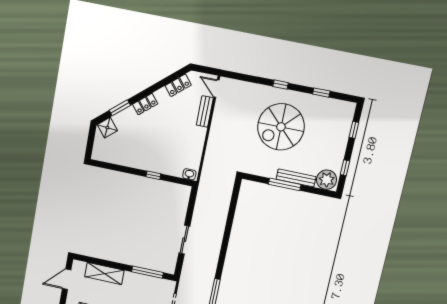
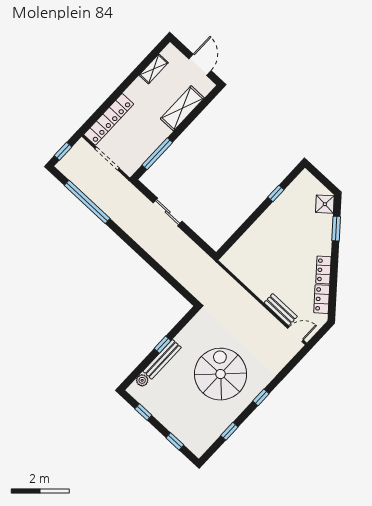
locker: (145, 104) -> (323, 270), moved
washbasin: (189, 174) -> (229, 257), removed
window: (153, 175) -> (276, 193), moved
plant: (327, 180) -> (142, 380), width x0.53, depth x0.53
window: (285, 184) -> (162, 345), width x0.46

